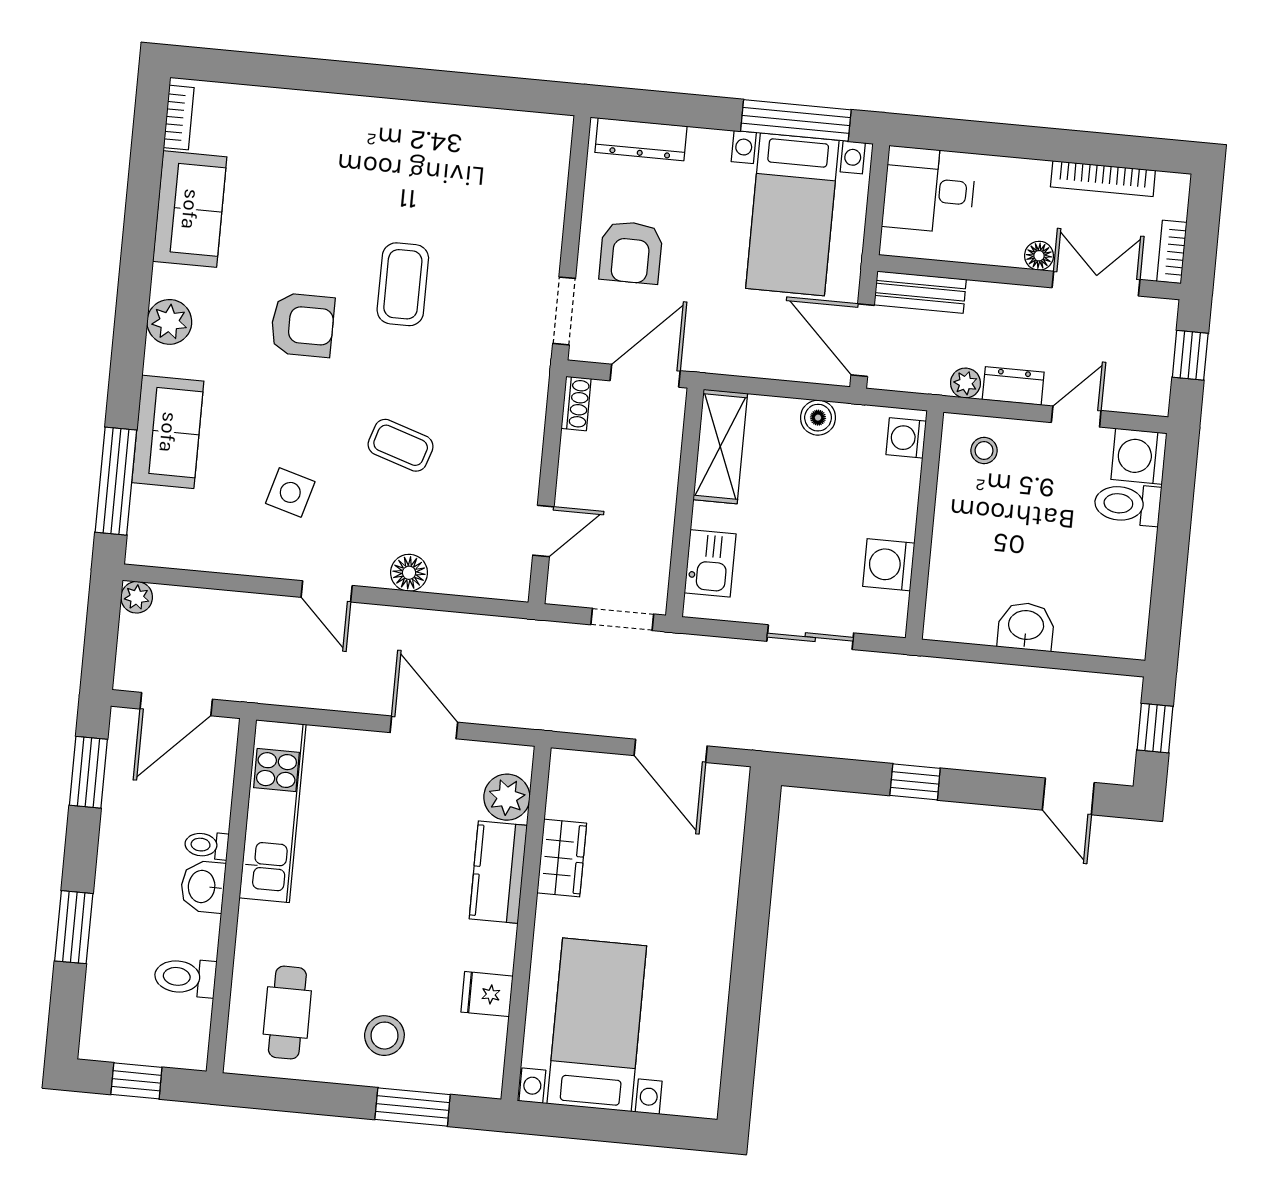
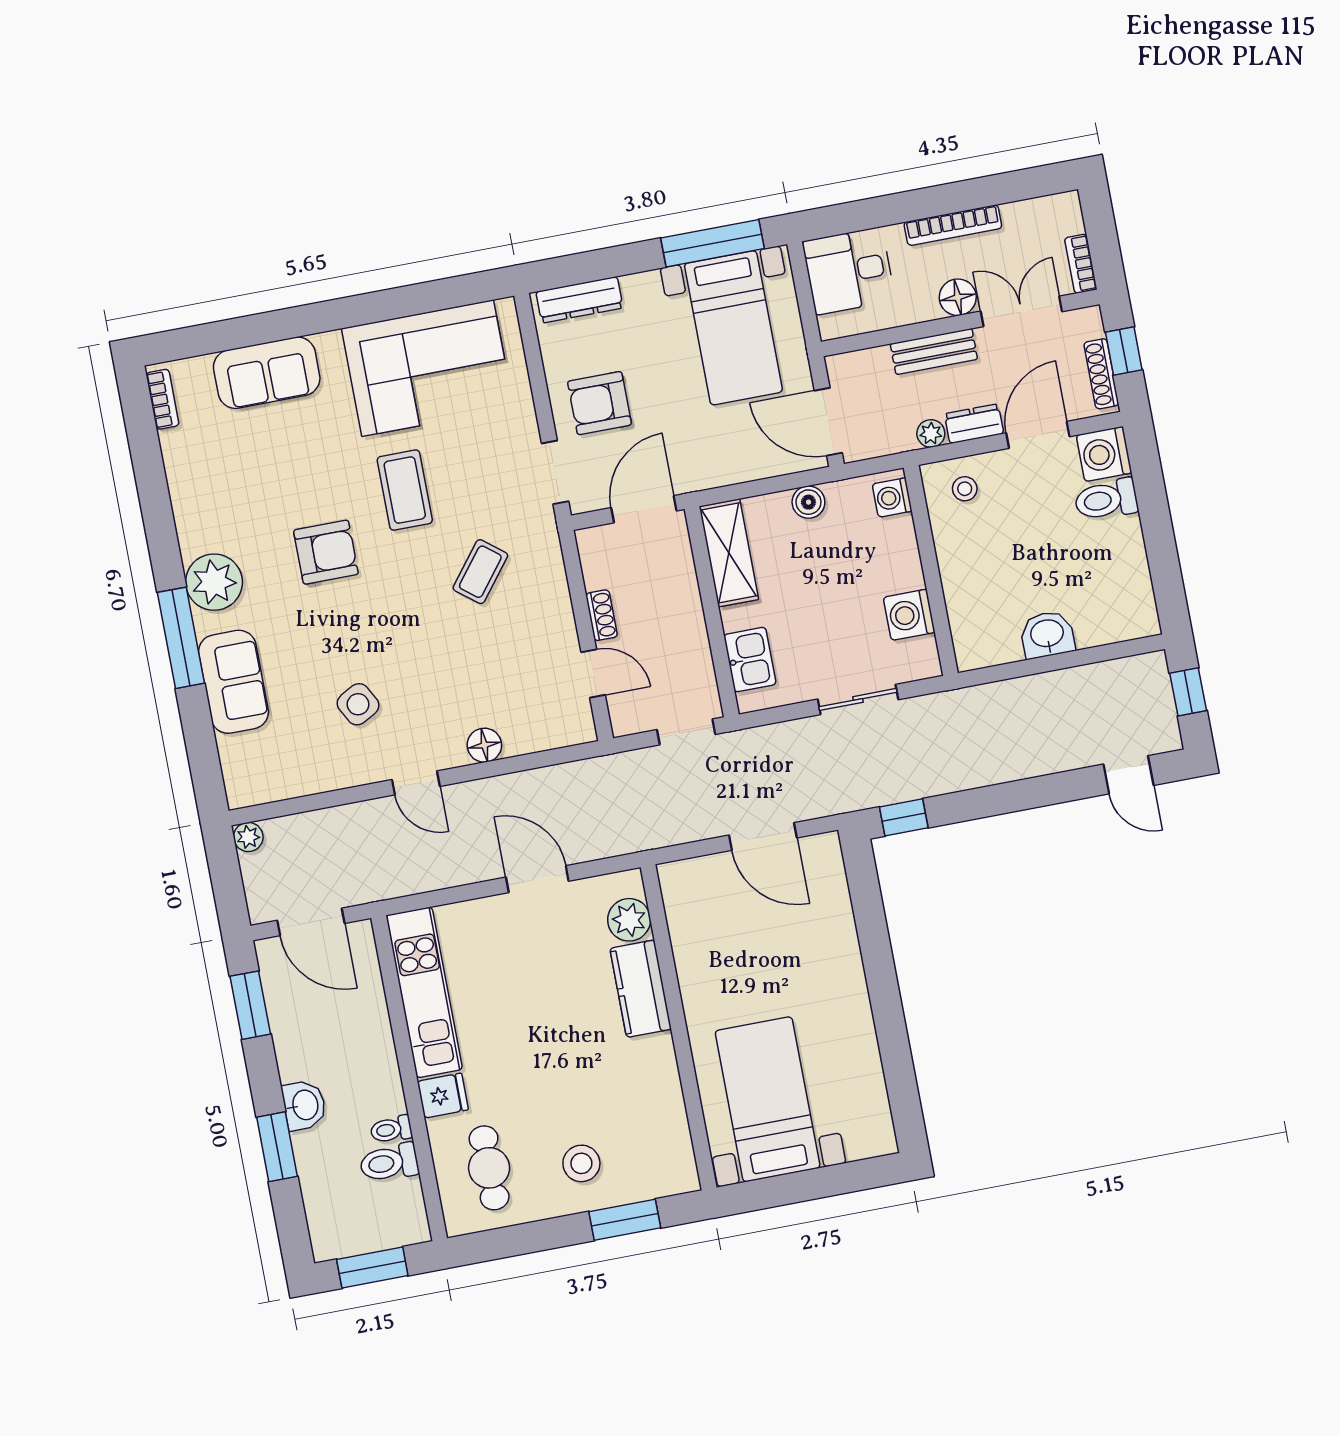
corner sofa: (463, 165) -> (428, 368), added
bookcase: (1103, 179) -> (953, 225), moved
sofa: (190, 209) -> (267, 373), moved, turned 90
armchair: (631, 252) -> (600, 403), turned 90
floor lamp: (1039, 256) -> (958, 297), width x1.37, depth x1.37
bench: (920, 292) -> (934, 352), moved
plant: (169, 322) -> (214, 582), width x1.36, depth x1.36
shoe rack: (1160, 372) -> (1101, 374), added
shoe rack: (576, 403) -> (602, 615), moved
door: (1076, 416) -> (1038, 435), width x1.38
coffee table: (401, 445) -> (480, 572), moved, turned -70
window: (116, 481) -> (181, 638), moved
side table: (290, 492) -> (358, 704), turned 45
door: (543, 531) -> (593, 674), hinge flipped
door: (176, 704) -> (311, 922), hinge flipped
window: (915, 782) -> (904, 817), moved
toilet: (207, 845) -> (391, 1129), moved
wardrobe: (562, 858) -> (694, 960), removed
washbasin: (203, 887) -> (304, 1105), moved, turned 180
fridge: (487, 994) -> (443, 1096), moved, turned 180
window: (136, 1081) -> (372, 1267), width x1.50

